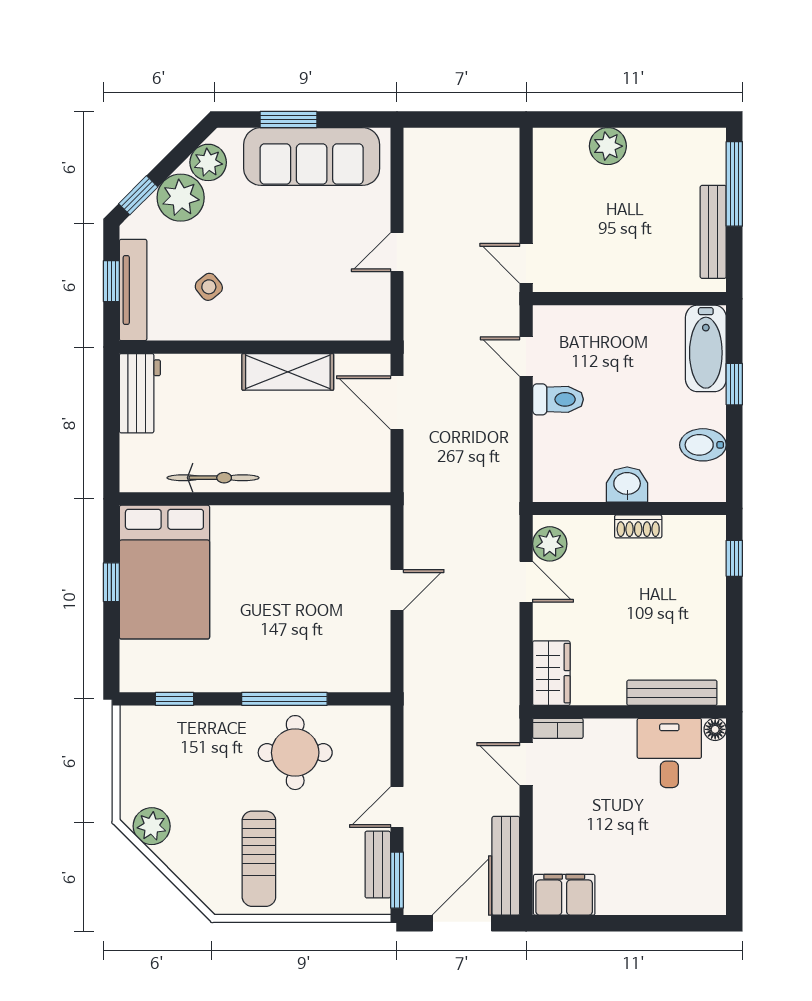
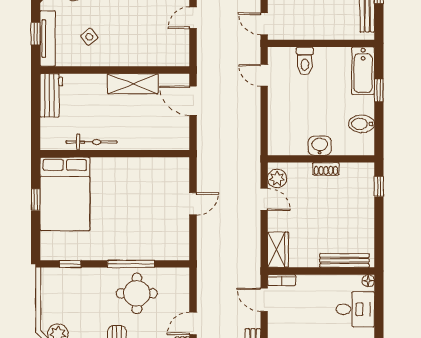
toilet: (558, 399) -> (305, 61), moved, turned 90
desk: (669, 753) -> (355, 309), moved, turned 90

